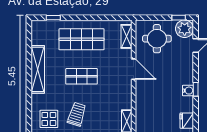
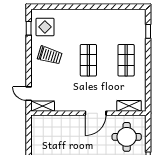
shop shelf: (82, 39) -> (126, 60), width x0.70, depth x0.74
shelving: (38, 69) -> (95, 16), removed

